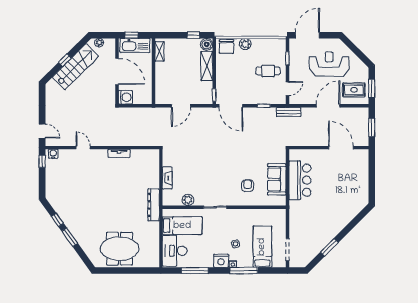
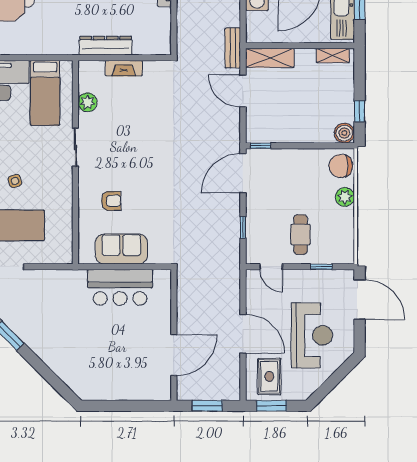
shelving: (207, 66) -> (270, 58), moved
bench: (289, 112) -> (233, 48), moved
dresser: (154, 205) -> (106, 46), moved

